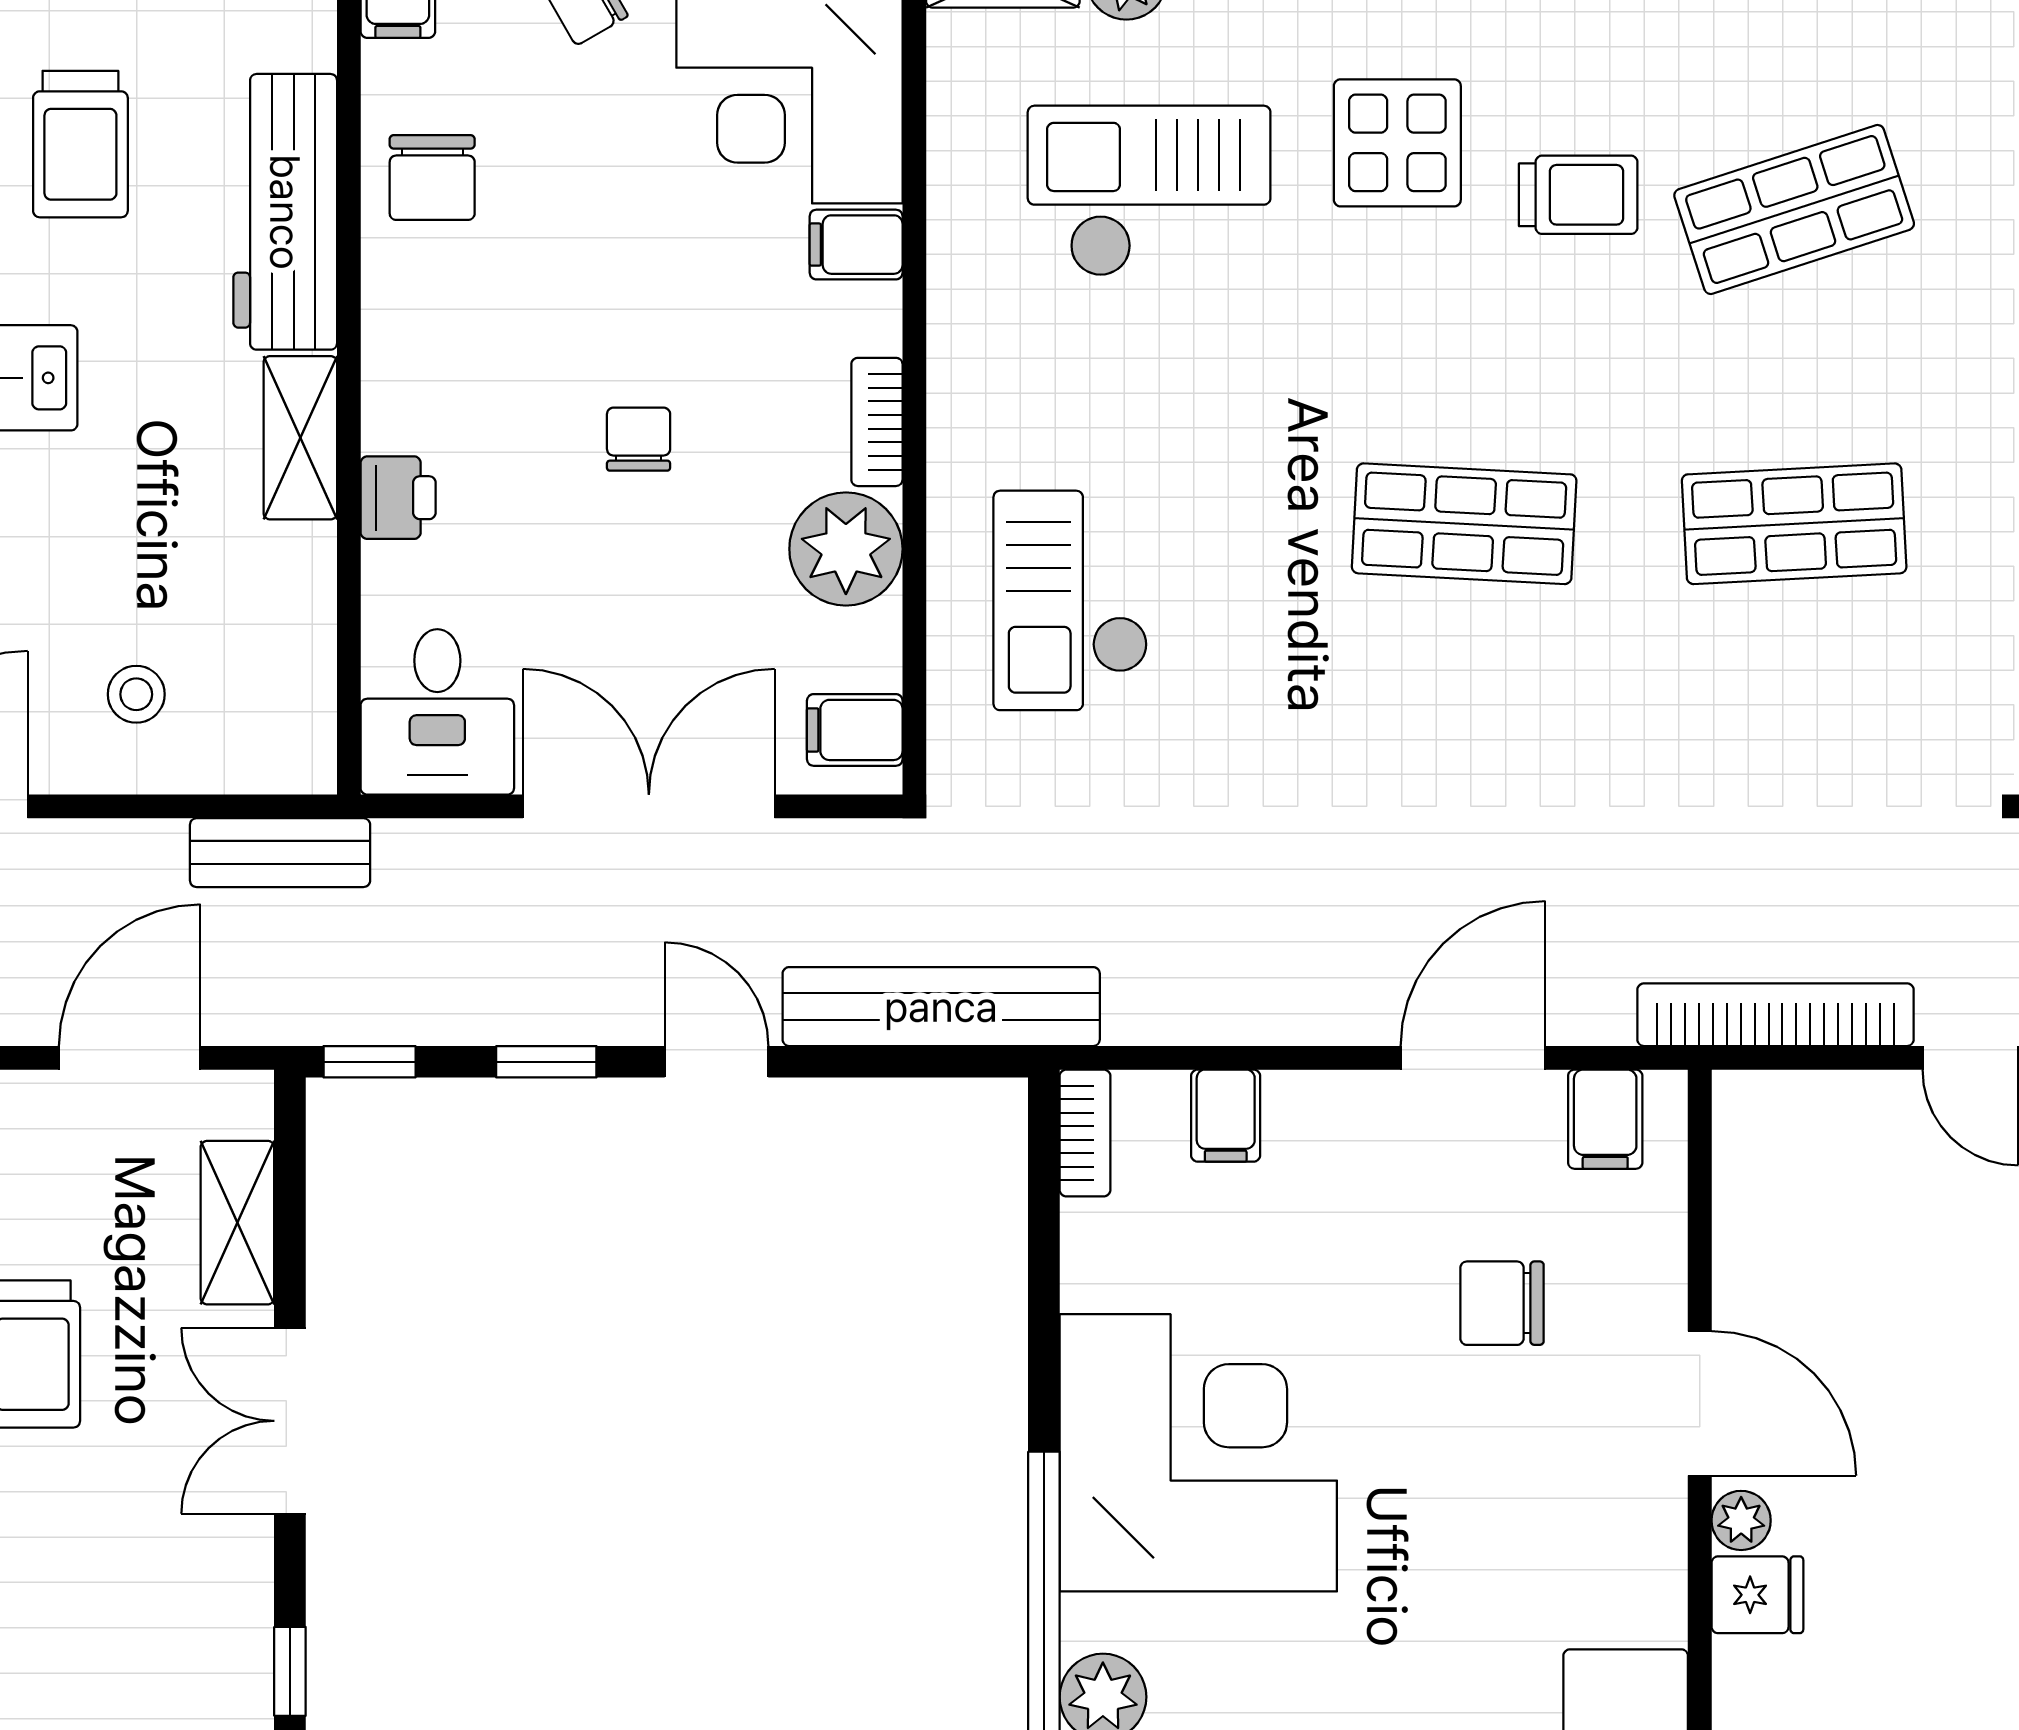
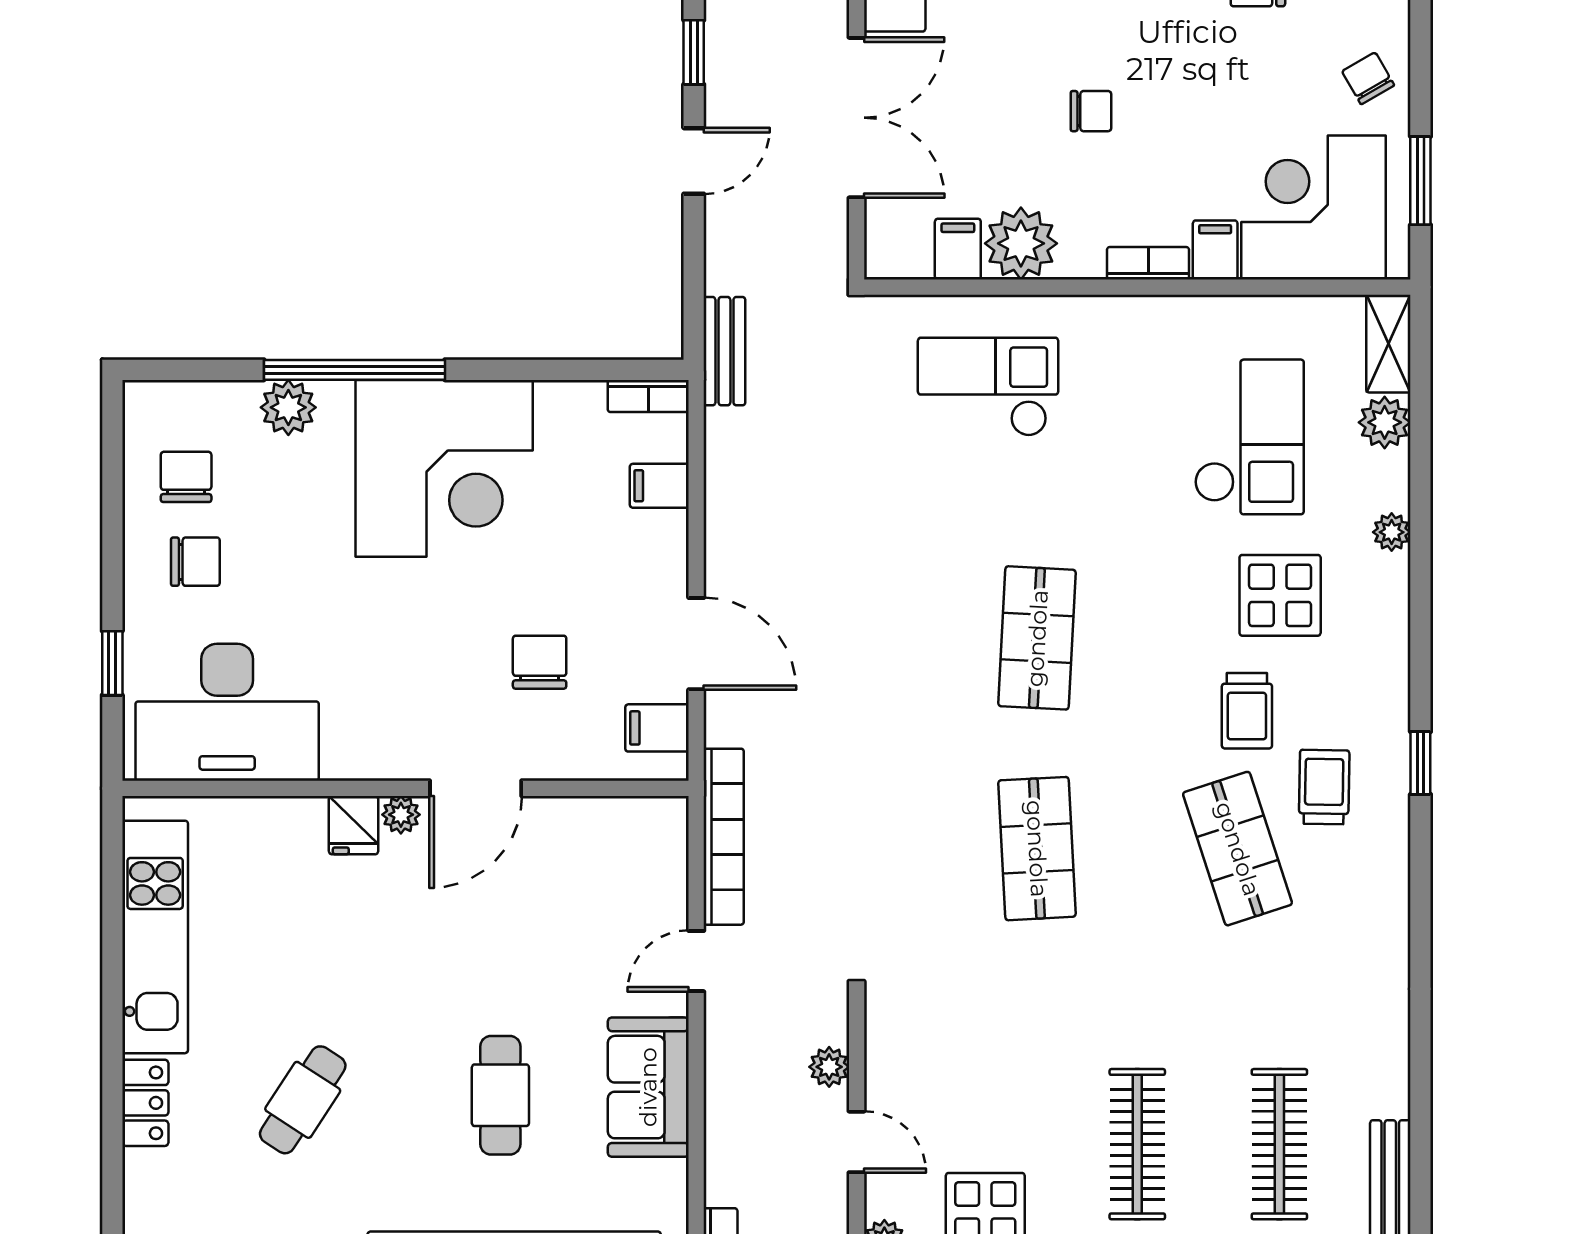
trolley: (1698, 74) -> (1324, 787), added
bookcase: (877, 422) -> (1148, 263), moved
filing cabinet: (855, 730) -> (958, 249), moved
bench: (941, 1007) -> (724, 351), width x0.54, depth x0.82

